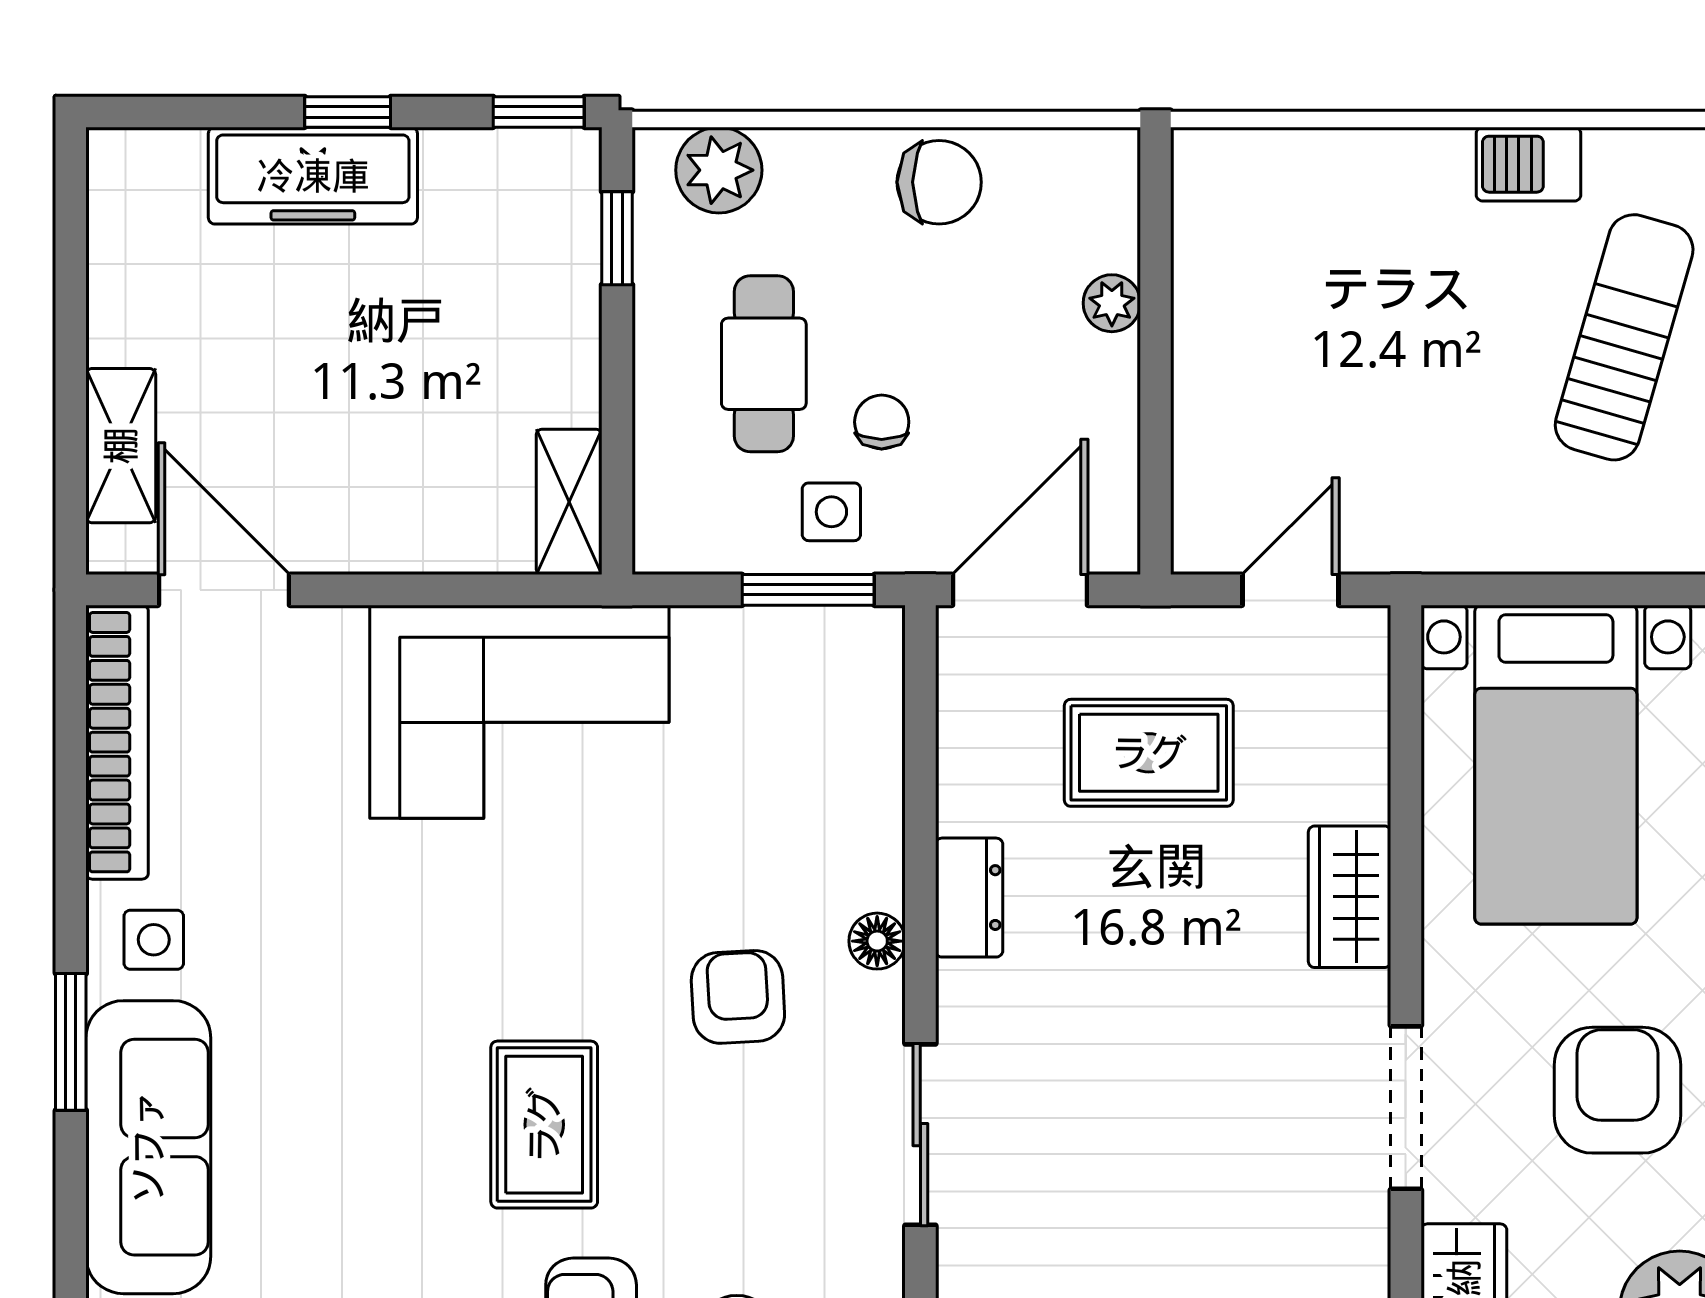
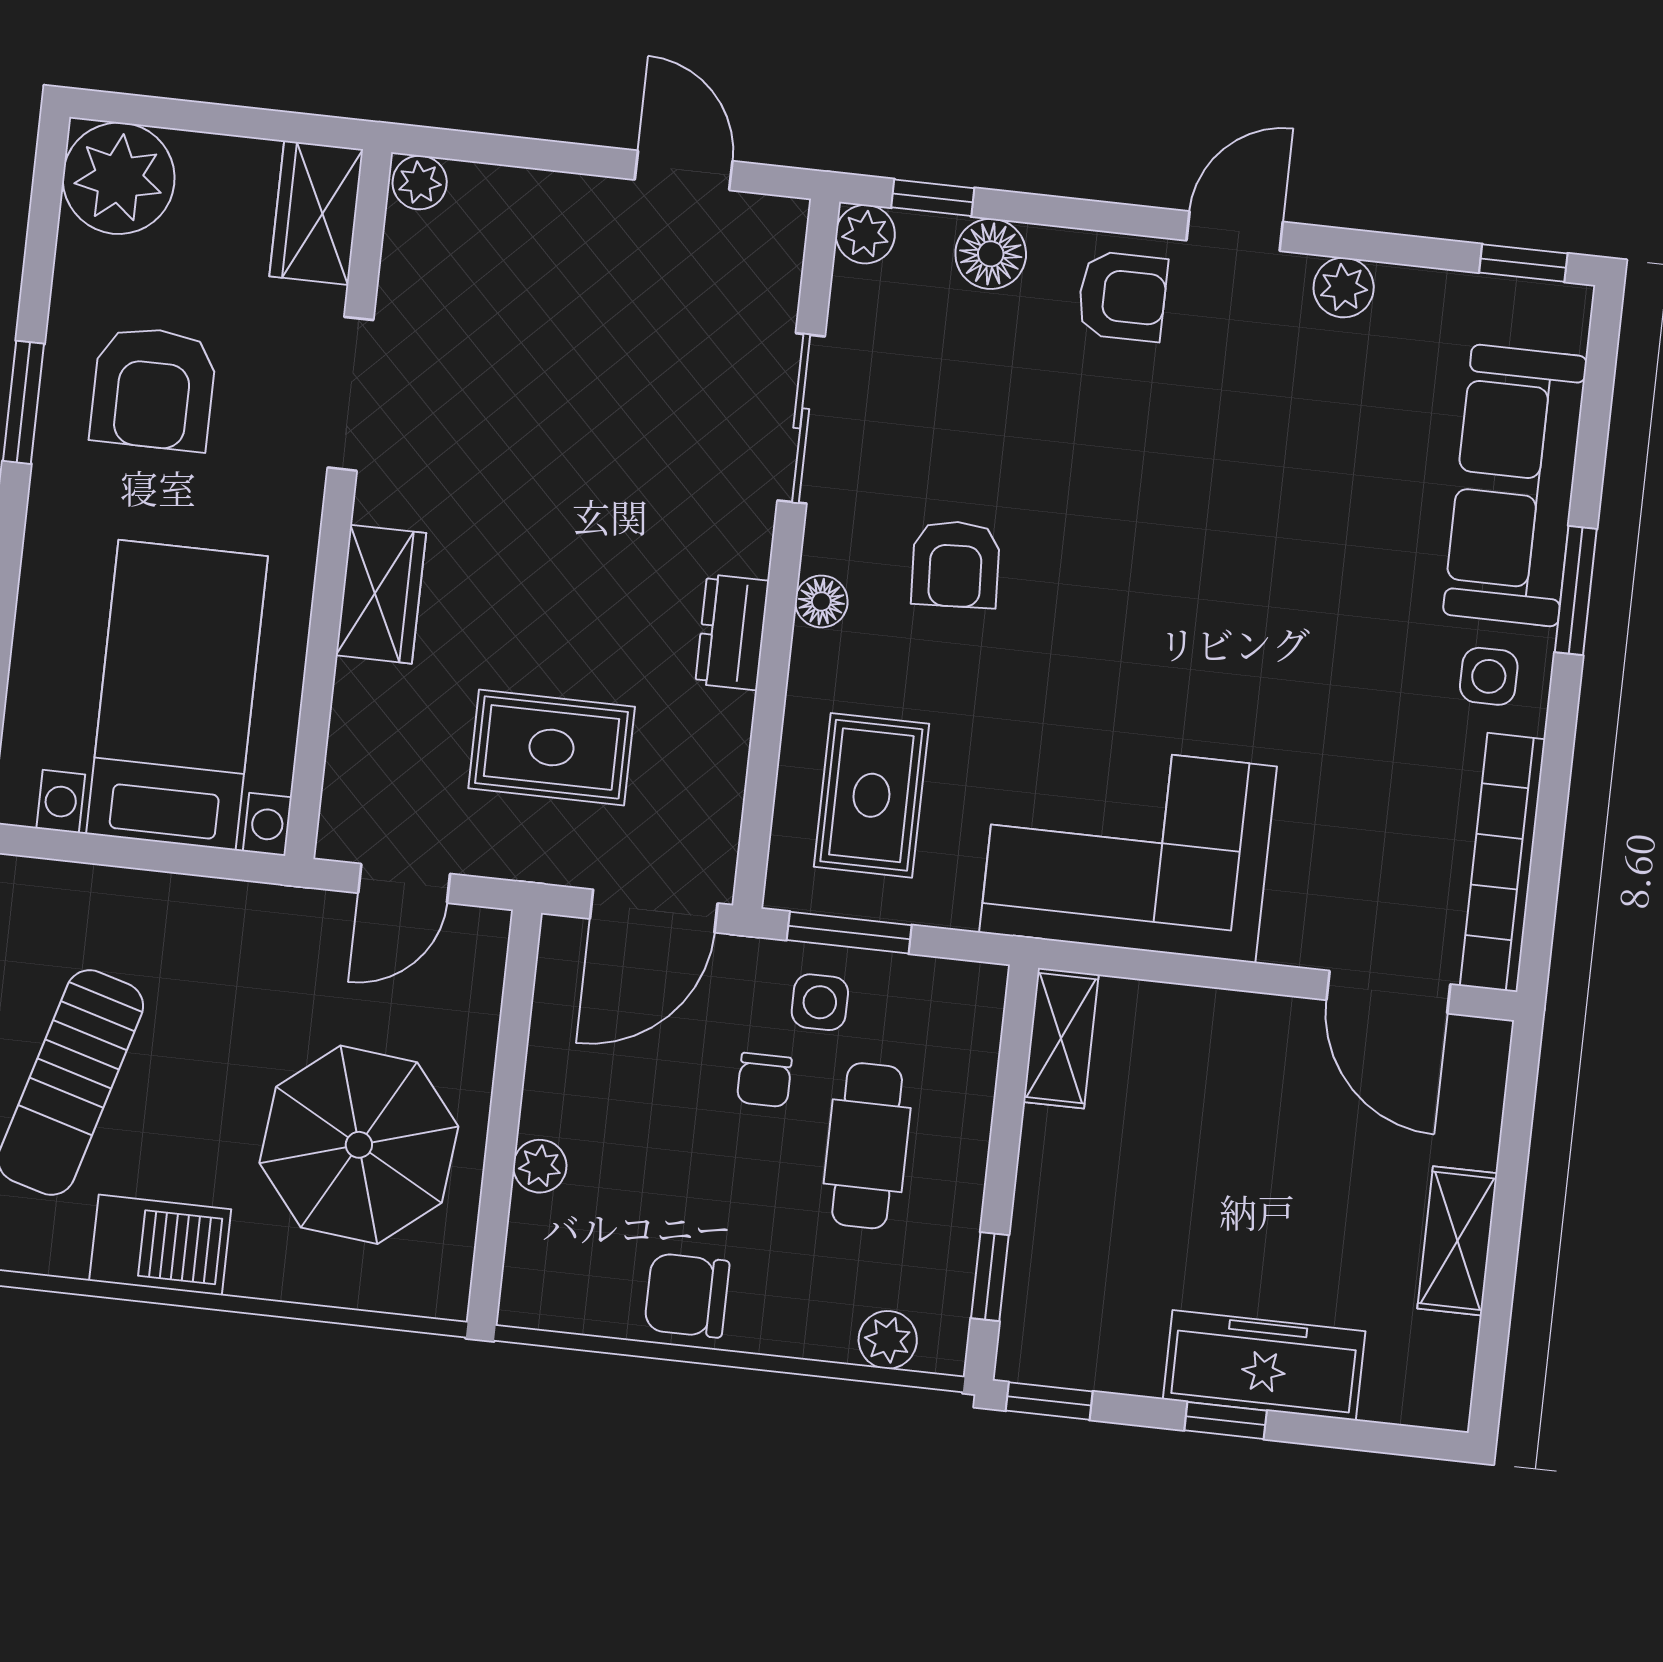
barbecue: (1529, 164) -> (160, 1245), width x1.38, depth x1.27
plant: (719, 170) -> (888, 1340), width x0.73, depth x0.73
parasol: (1308, 305) -> (359, 1145), added
shelving: (121, 446) -> (1457, 1241), moved
rug: (544, 1125) -> (871, 795), moved

